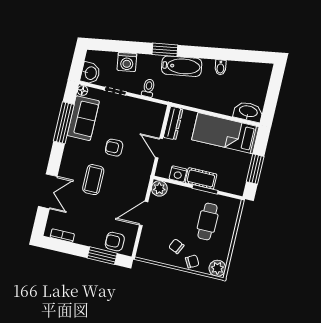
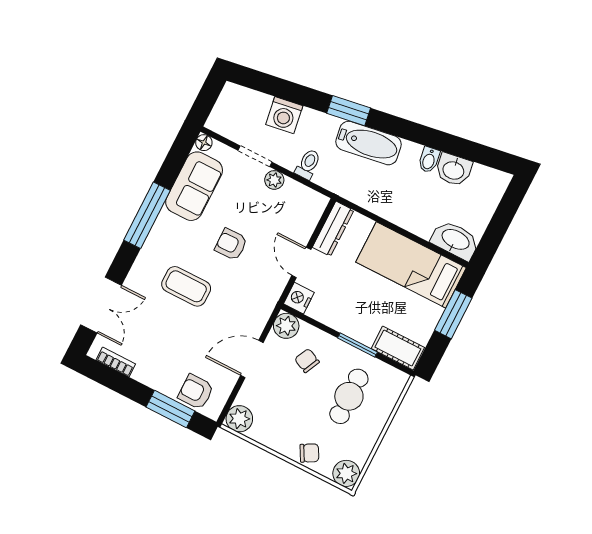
washbasin: (90, 73) -> (454, 170), moved, turned 81
plant: (130, 103) -> (274, 180), added
window: (64, 123) -> (147, 215), moved
window: (255, 169) -> (453, 314), moved
nightstand: (178, 174) -> (299, 298), moved, turned 90
cot: (201, 178) -> (398, 348), moved
coffee table: (93, 180) -> (186, 286), turned 90
double door: (48, 191) -> (101, 305), moved
chair: (176, 246) -> (307, 361), moved
plant: (145, 251) -> (239, 419), added

